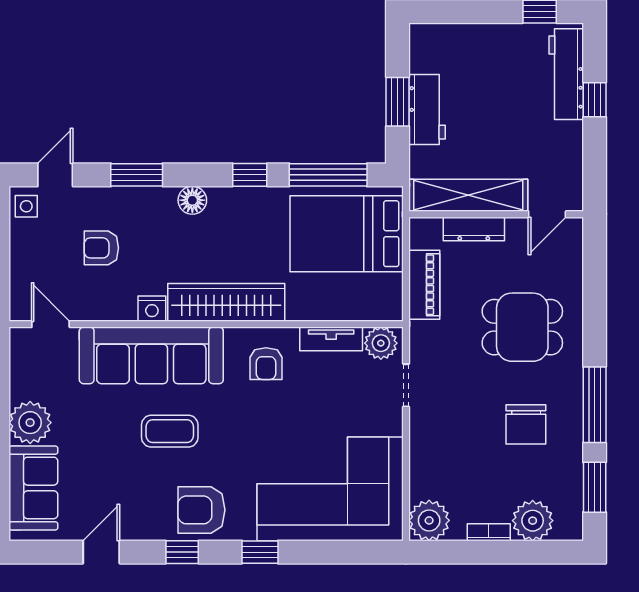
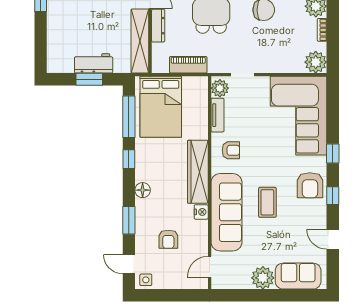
dresser: (474, 229) -> (158, 26), moved

